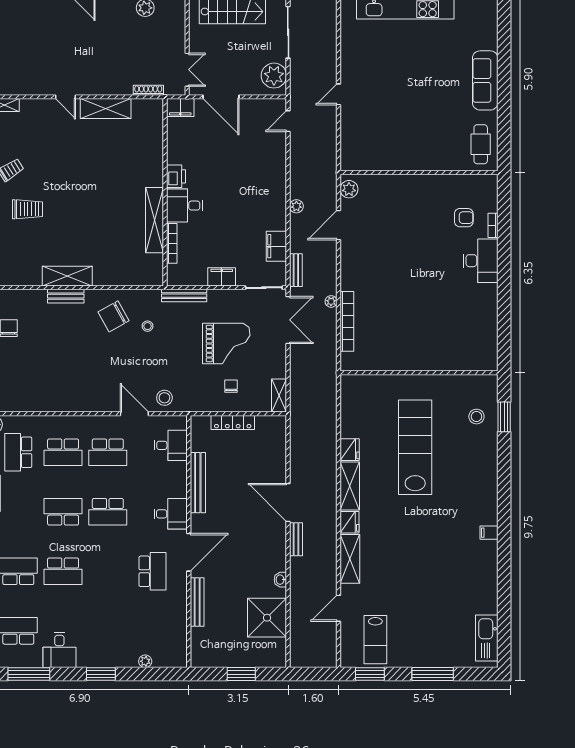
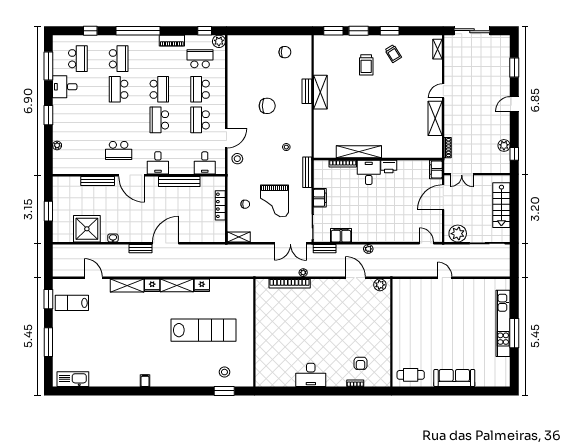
desk: (481, 261) -> (311, 375), moved
chair: (114, 316) -> (267, 106), moved, turned 119

